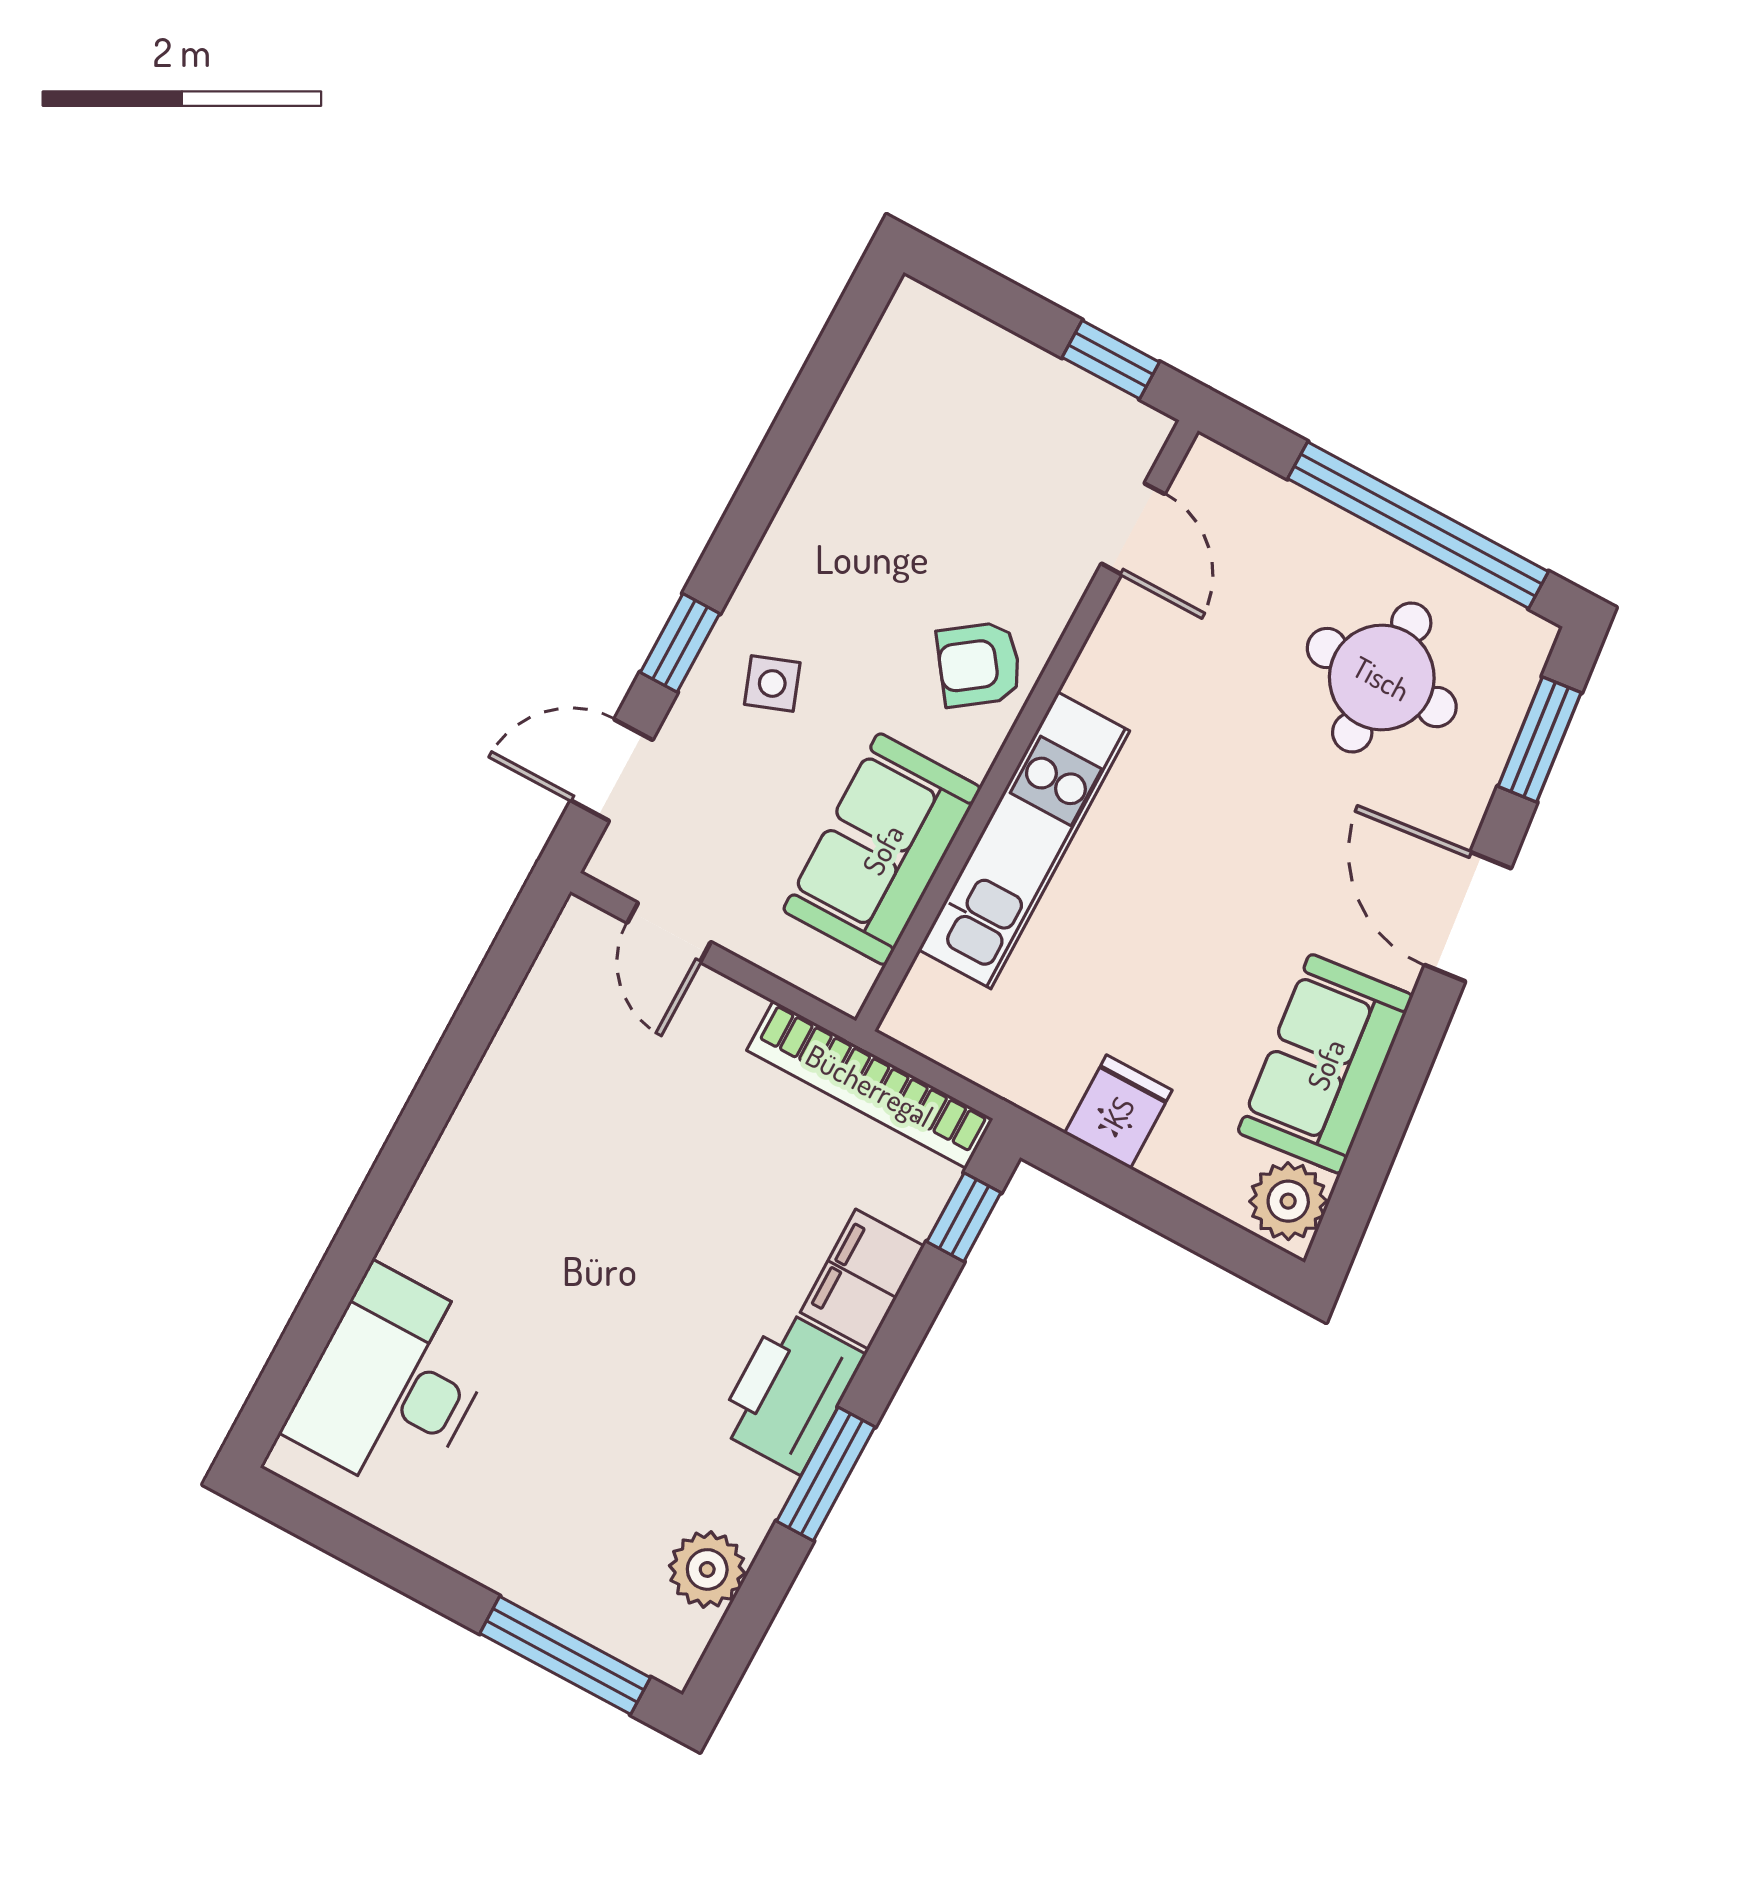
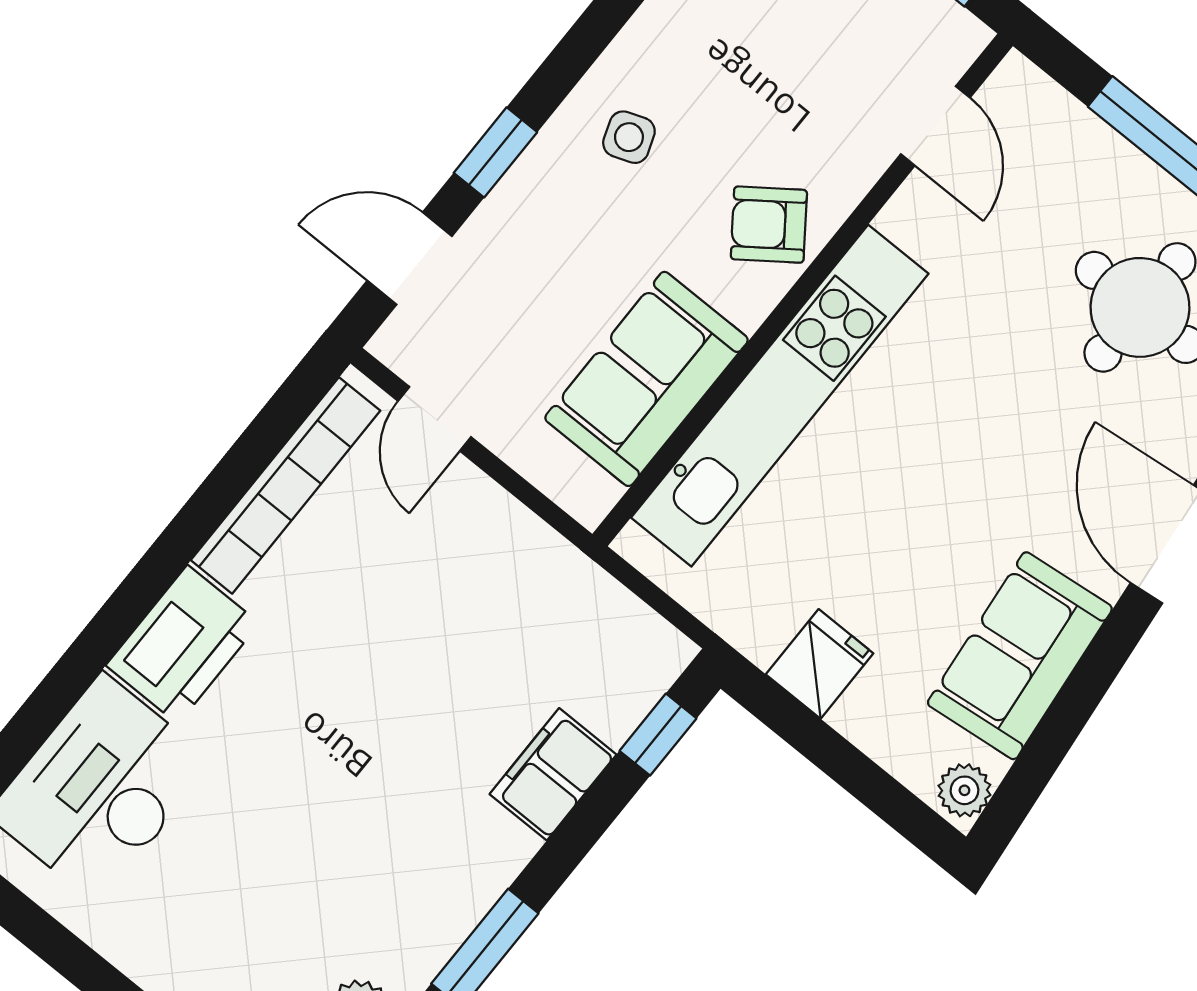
side table: (772, 683) -> (629, 137), moved
kitchen unit: (1024, 840) -> (780, 396), width x1.36
bookcase: (870, 1085) -> (286, 485), moved, turned -90
plant: (1288, 1201) -> (964, 790), width x0.73, depth x0.73
printer: (790, 1392) -> (183, 644), moved, turned 180

